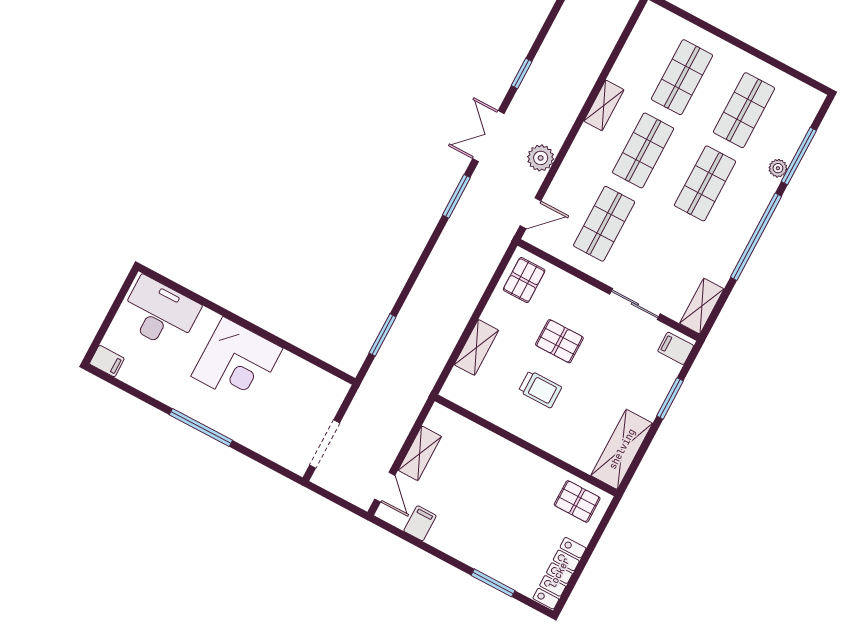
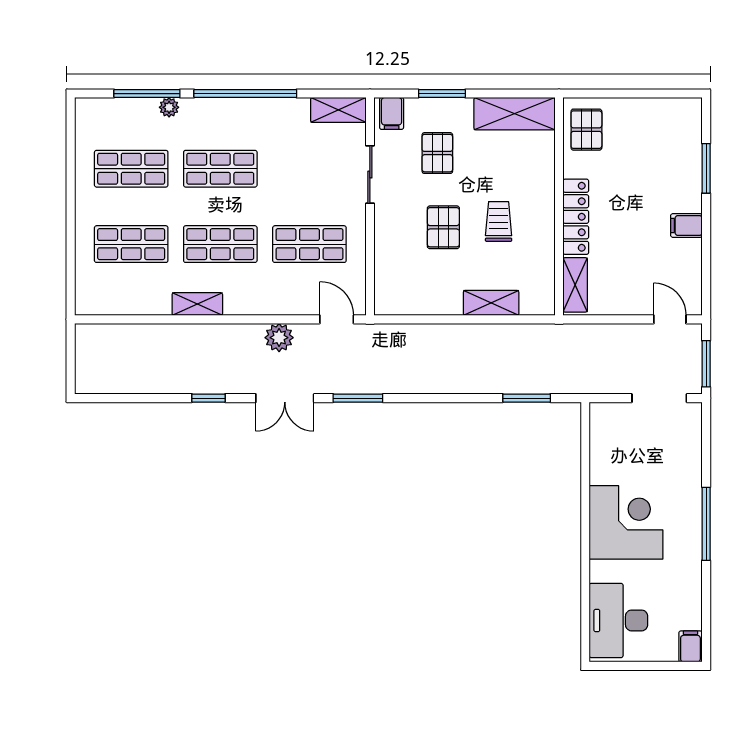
pallet: (524, 280) -> (437, 153), moved, turned 90
shelving: (420, 453) -> (575, 285), moved, turned 90
door: (385, 487) -> (670, 319), hinge flipped
window: (332, 498) -> (706, 364), added
filing cabinet: (420, 523) -> (686, 225), moved
locker: (559, 573) -> (576, 217), moved, turned -90

